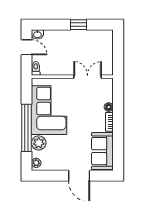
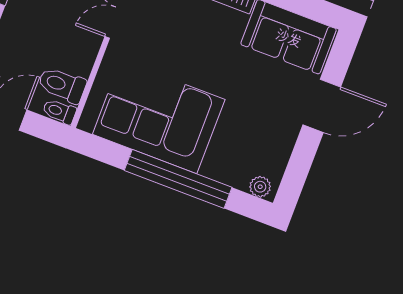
toilet: (47, 65) -> (62, 85), added
plant: (39, 143) -> (220, 165), removed

